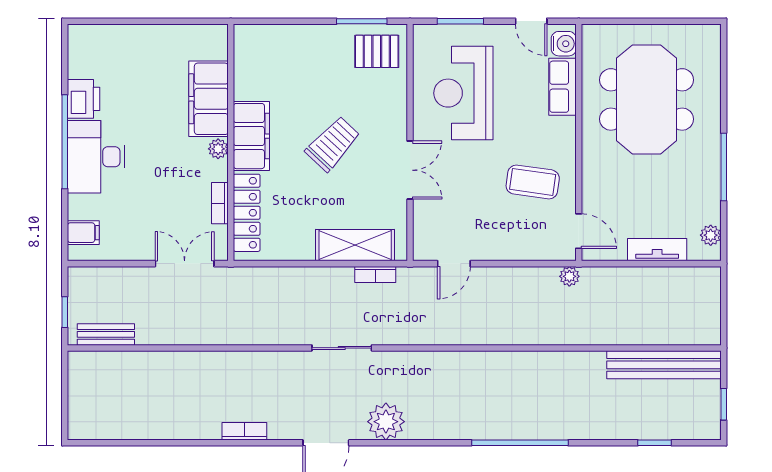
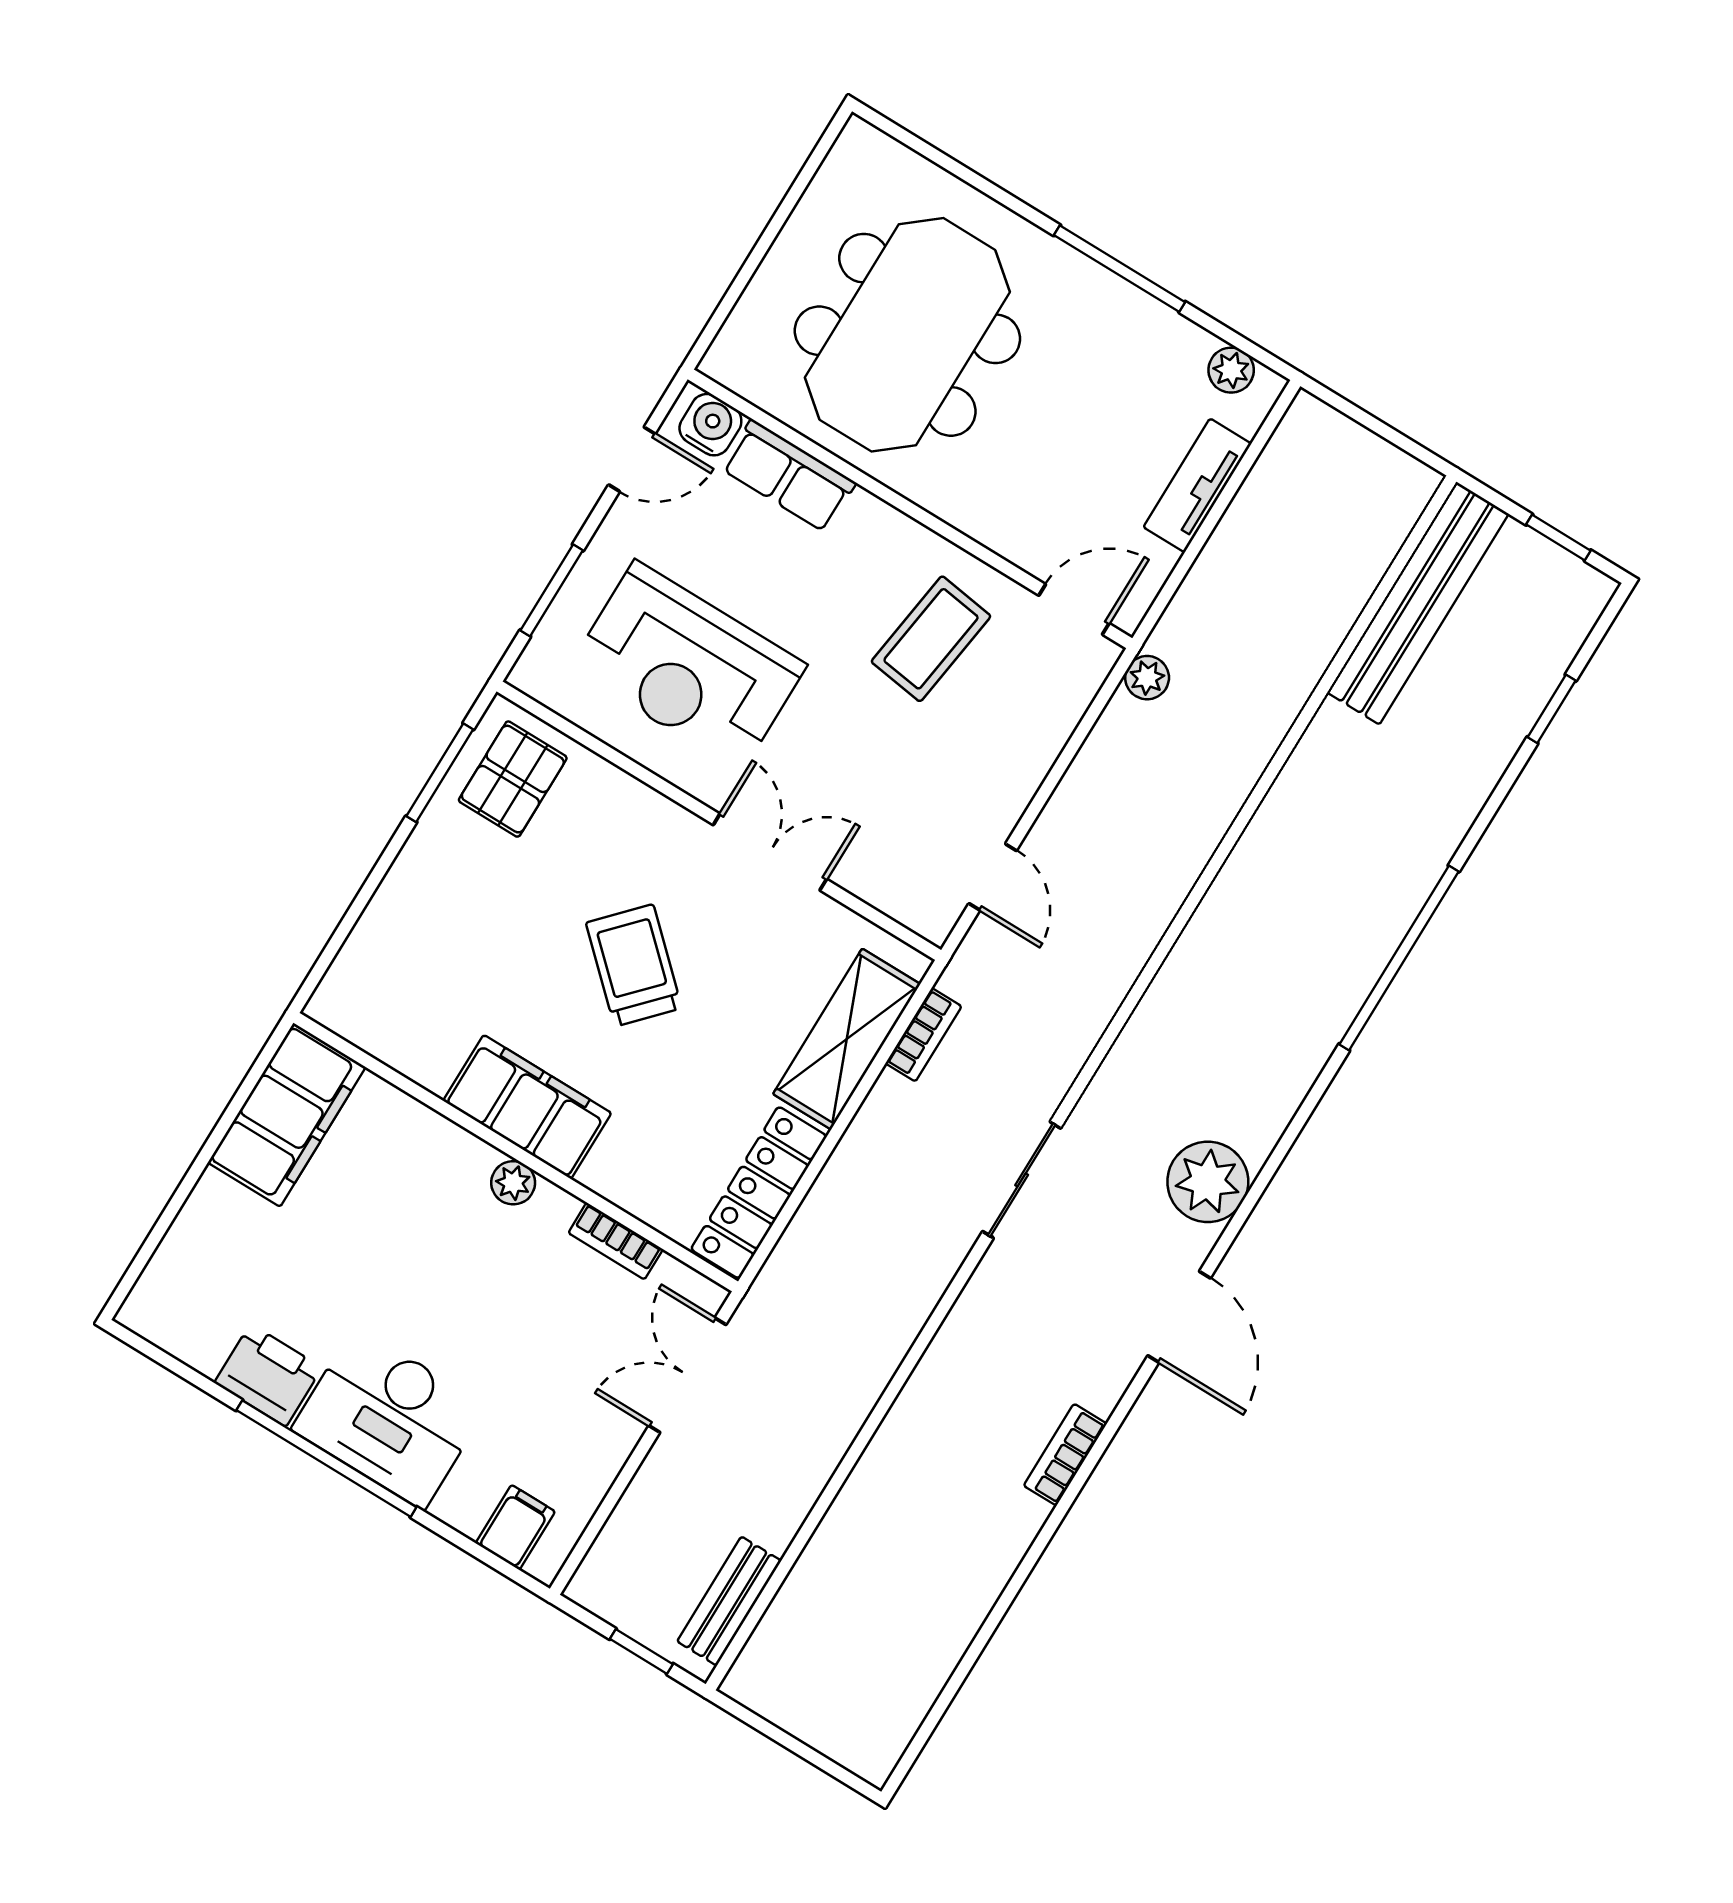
filing cabinet: (209, 99) -> (287, 1115), moved, turned -90
meeting table: (646, 99) -> (907, 335), turned 90
locker: (247, 213) -> (759, 1193), moved, turned -90

